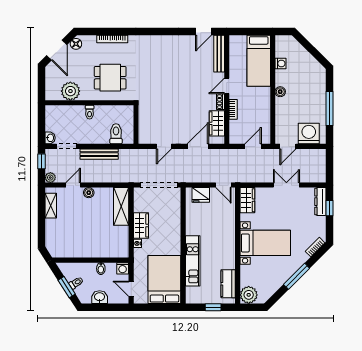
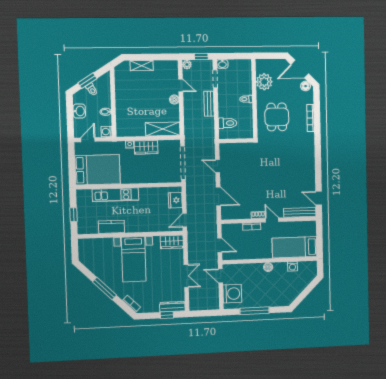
wardrobe: (217, 123) -> (239, 212), removed
bench: (99, 154) -> (209, 104), width x0.73
shelving: (51, 206) -> (142, 66), moved
kitchen counter: (228, 284) -> (111, 227), moved
plant: (249, 295) -> (86, 246), removed

